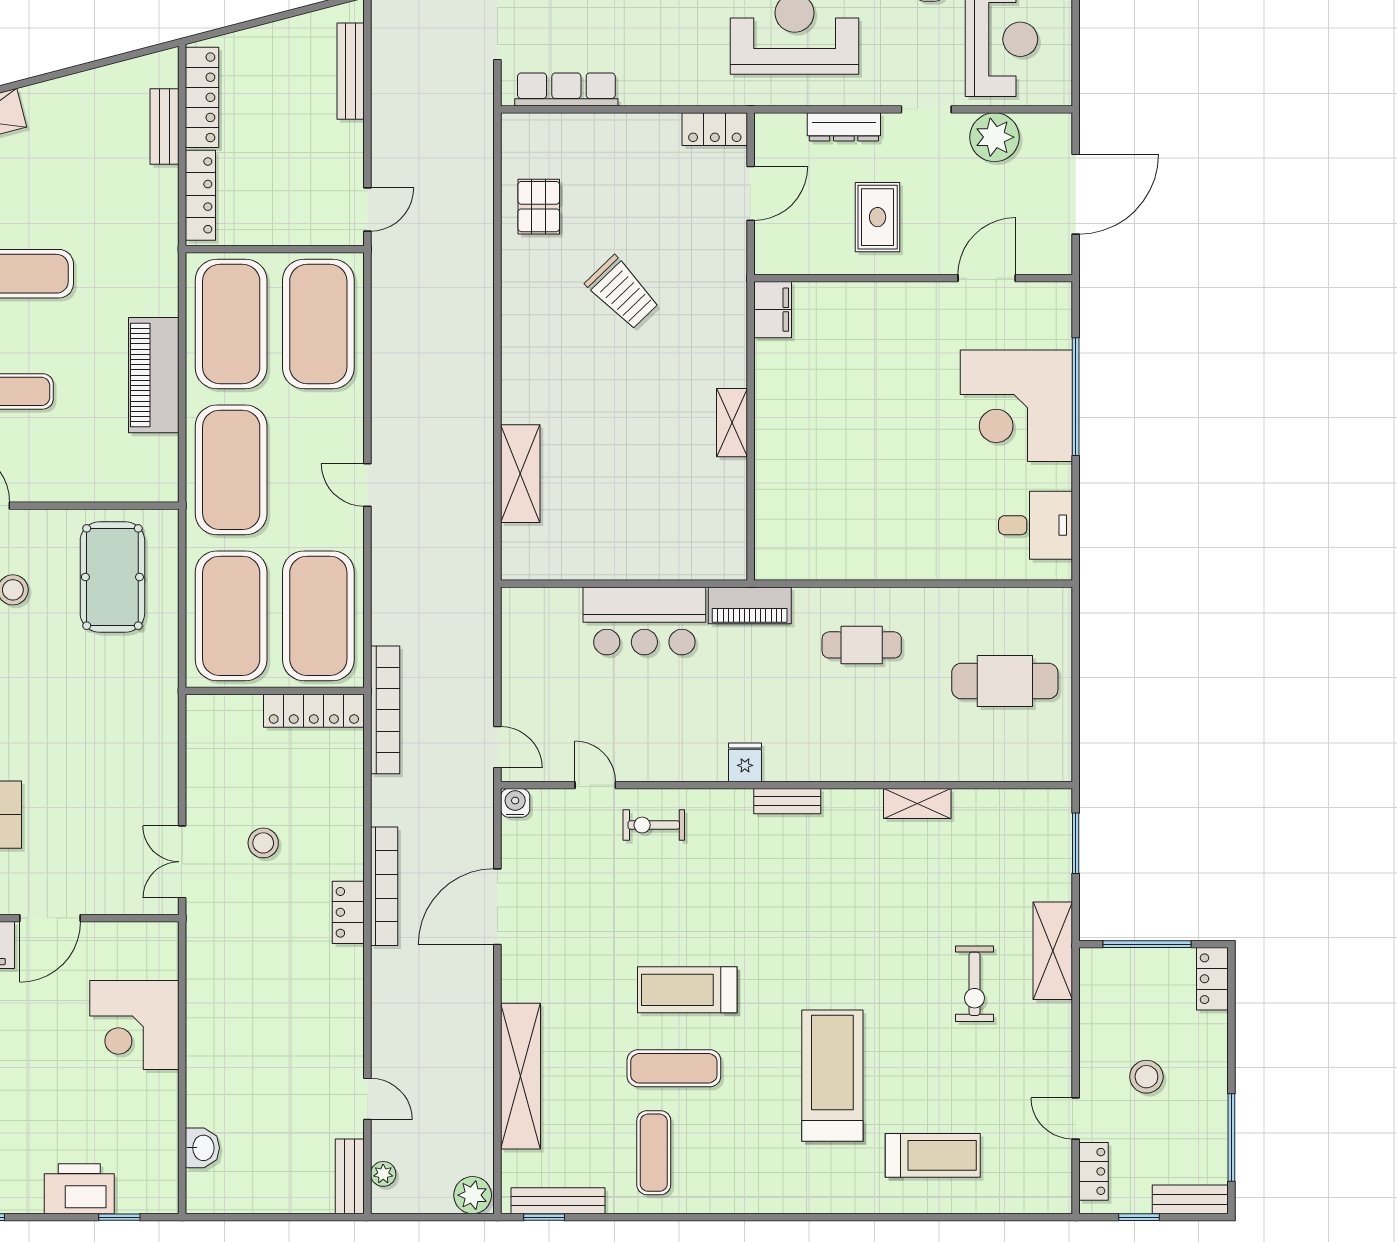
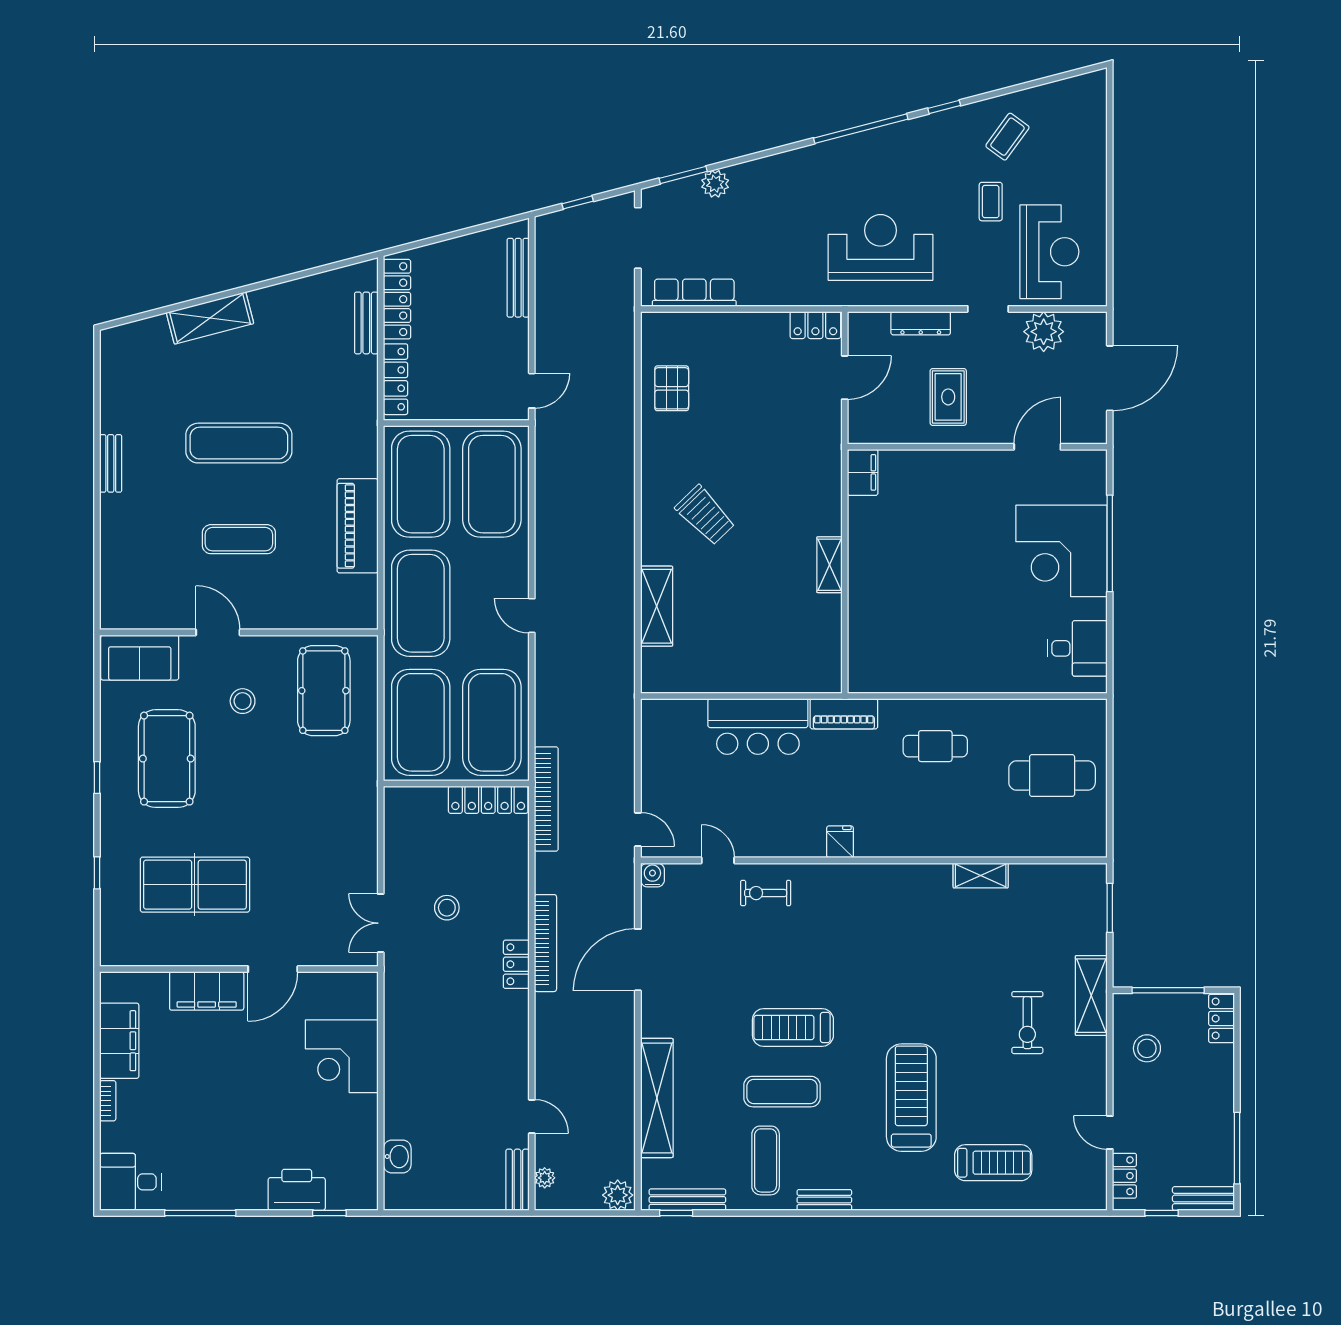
trolley: (622, 293) -> (705, 515), moved
bench: (787, 801) -> (824, 1200), moved
stool: (1146, 1077) -> (1147, 1048), moved

